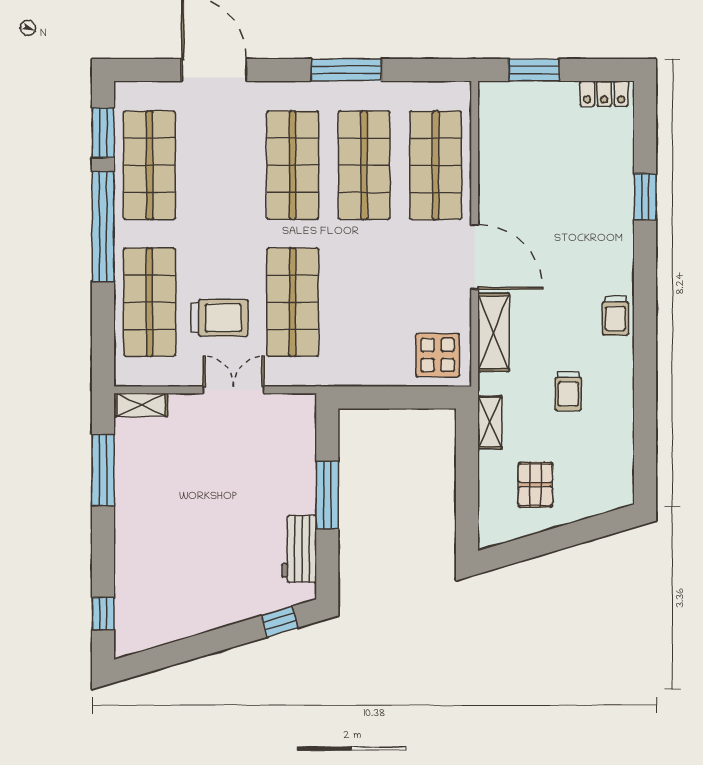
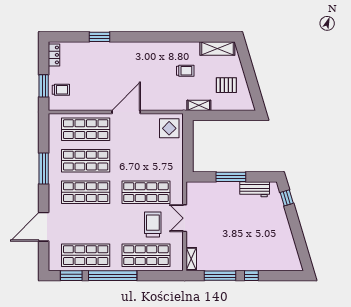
trolley: (615, 316) -> (61, 90), moved
shelving: (493, 332) -> (217, 49), moved
window: (103, 613) -> (251, 276), moved

